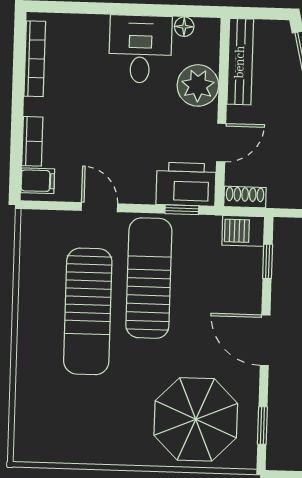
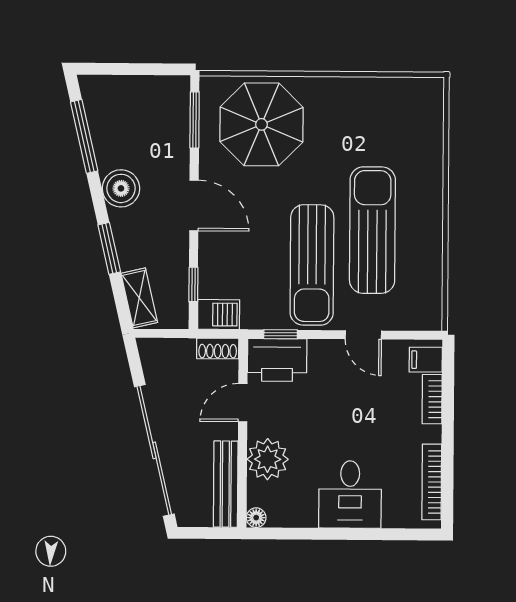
floor lamp: (184, 27) -> (256, 518), moved
desk: (140, 49) -> (350, 494), moved
window: (262, 425) -> (195, 120), width x1.50

